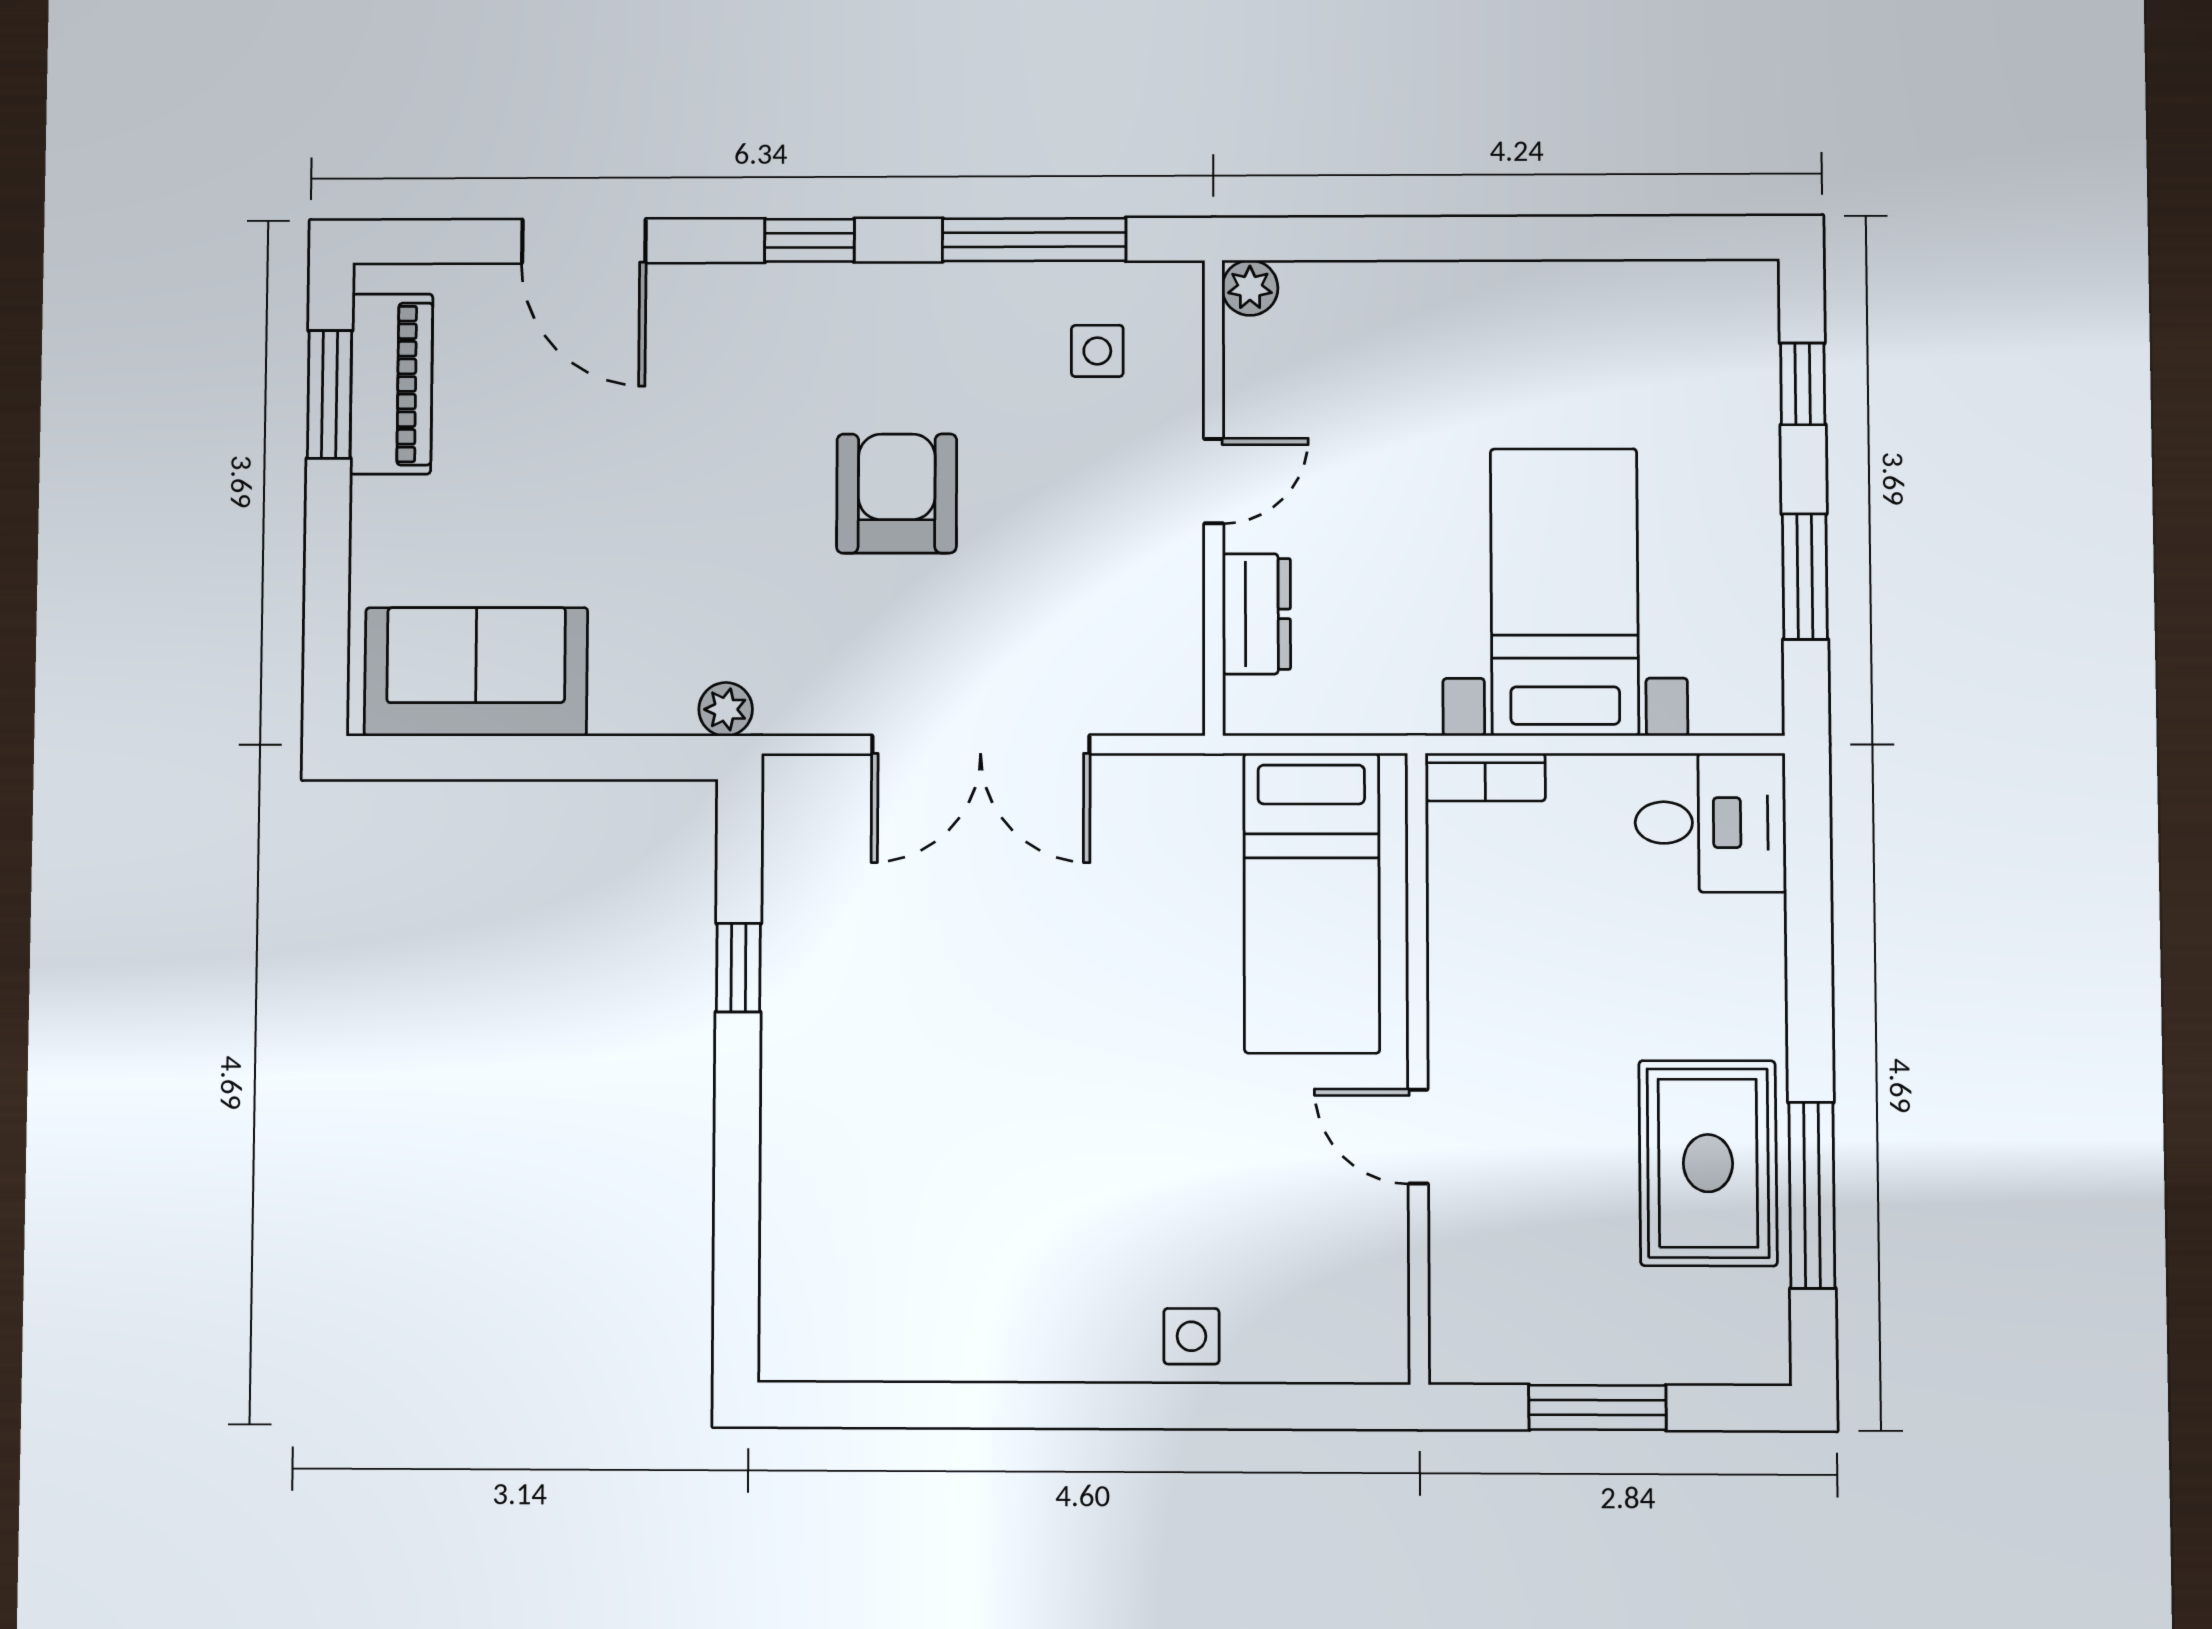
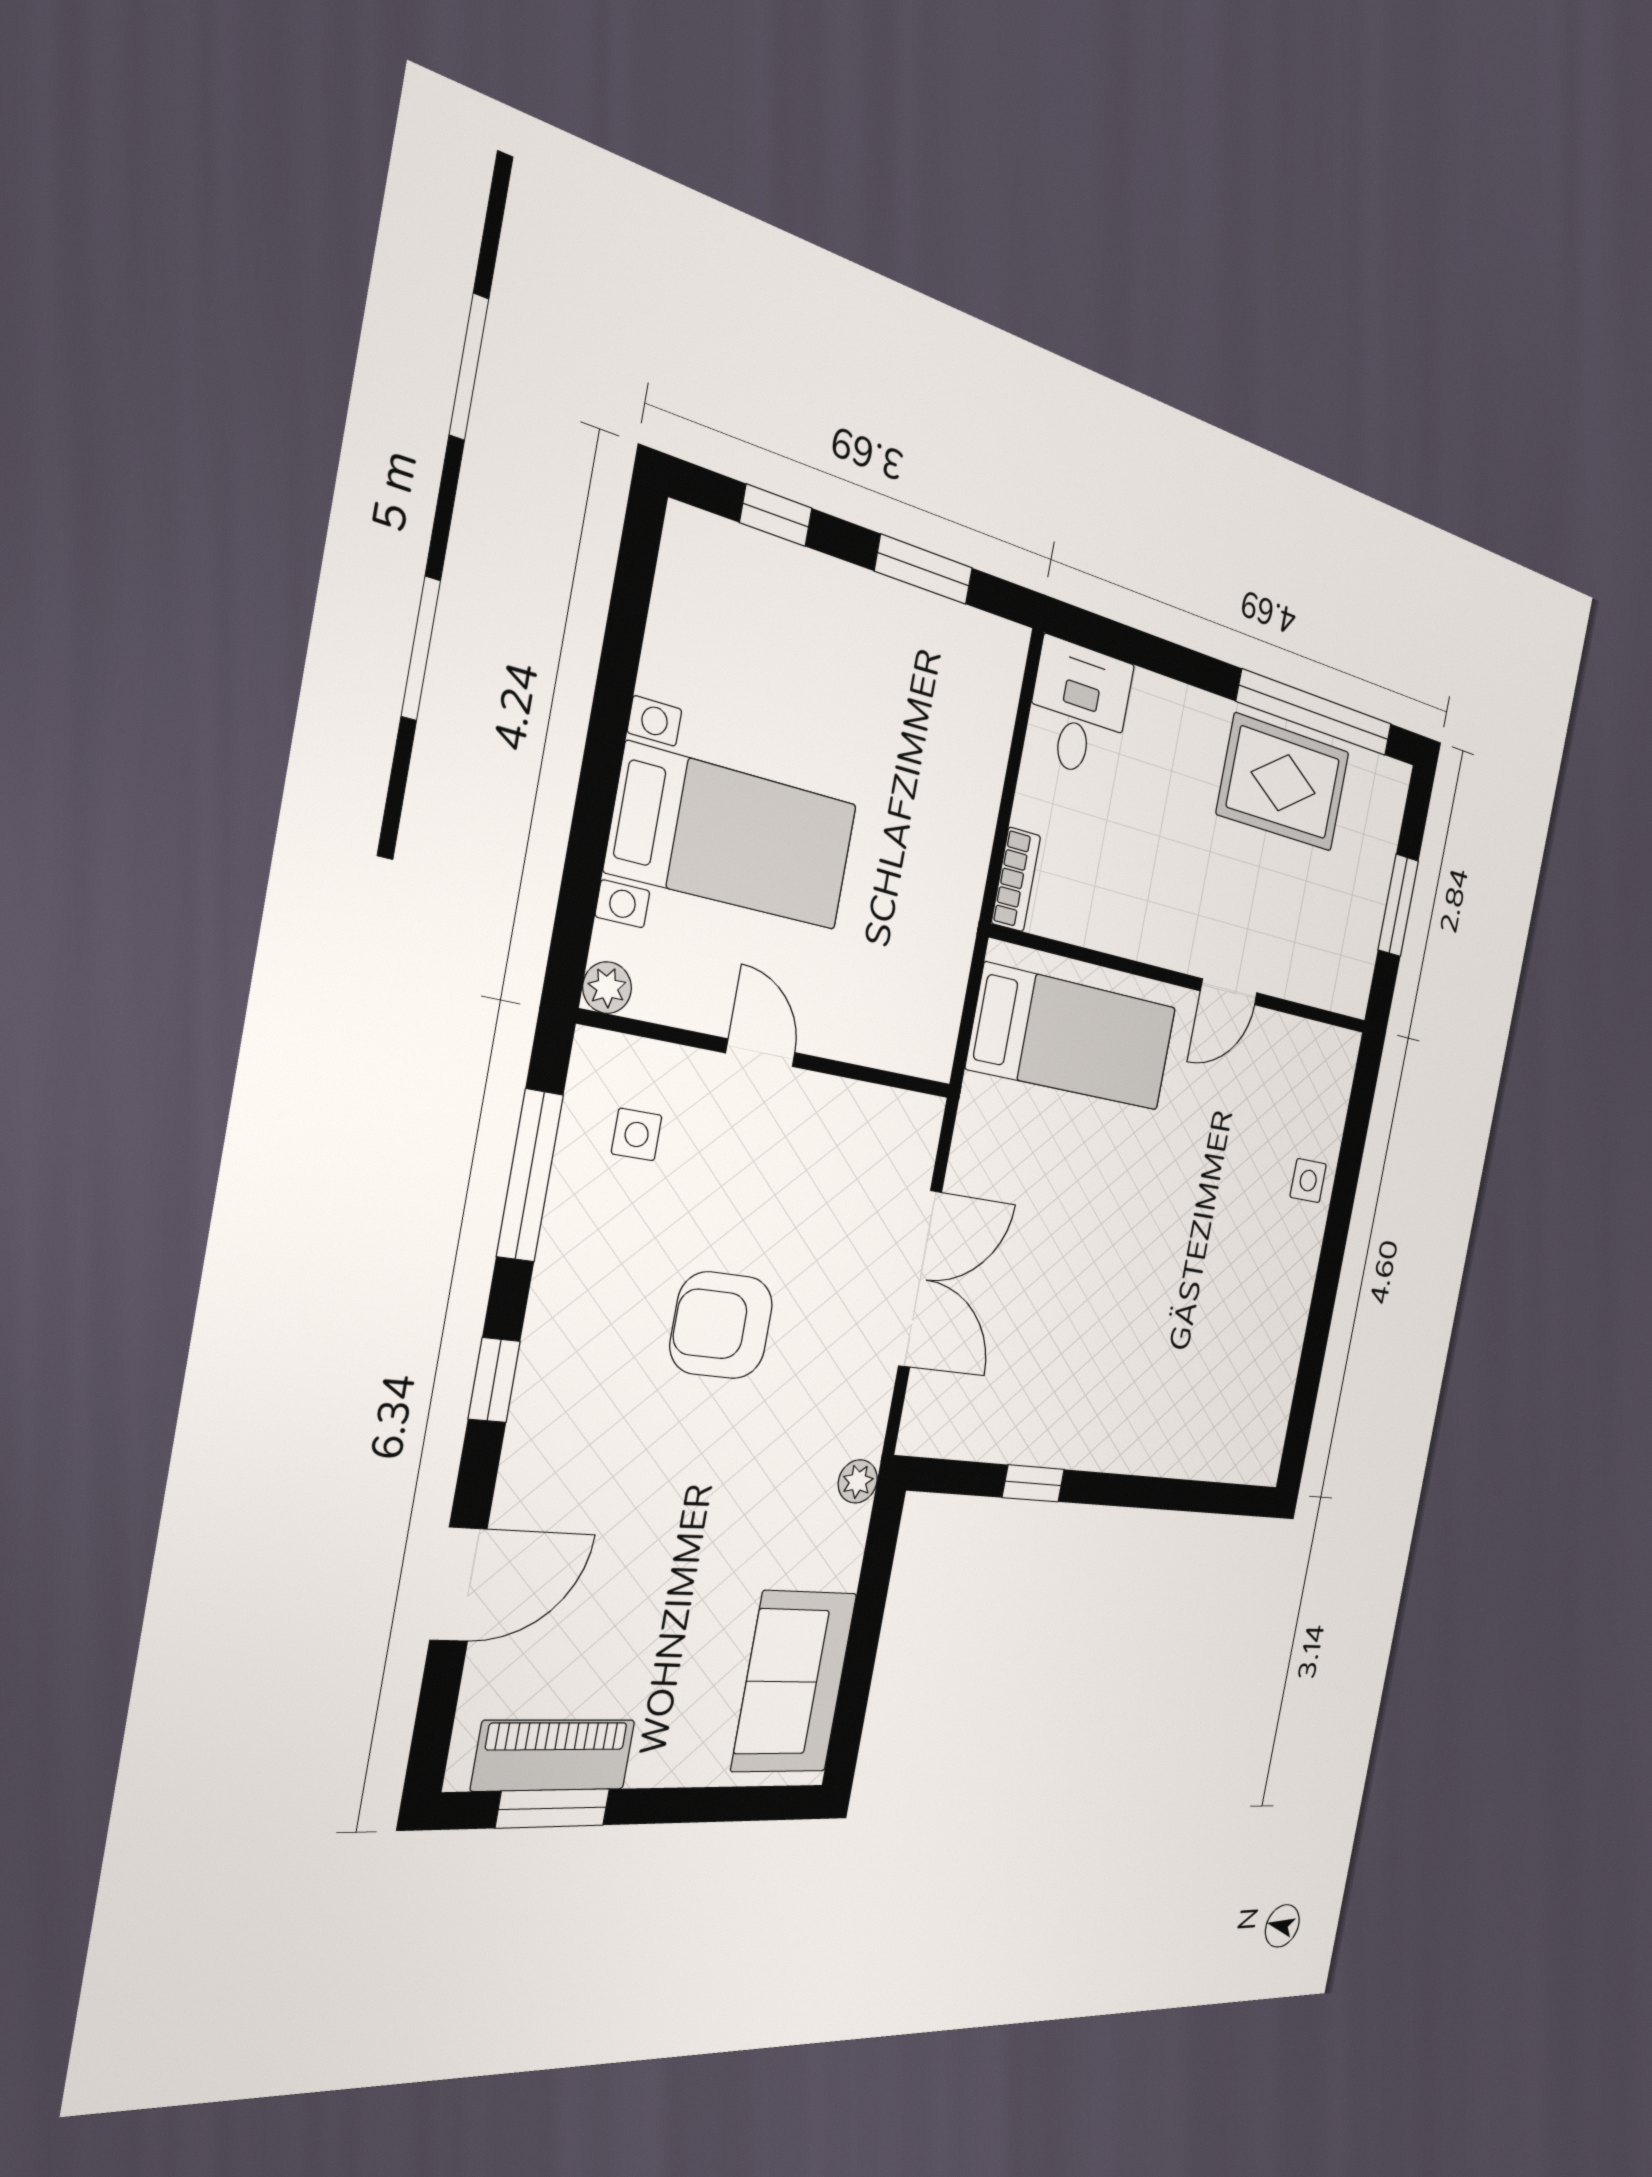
bed with nightstands: (1564, 592) -> (733, 838), moved, turned 180
dresser: (1256, 614) -> (868, 1038), removed
window: (1812, 1195) -> (1315, 713), width x1.46

